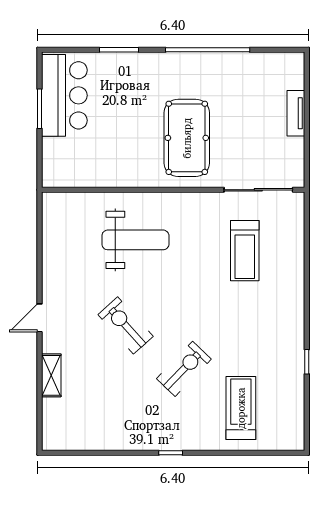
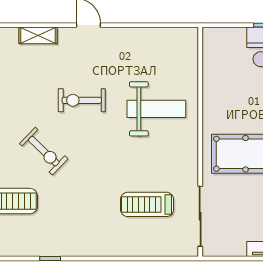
weight bench: (135, 240) -> (156, 109), turned -90
exercise bike: (126, 325) -> (82, 100), turned -138

